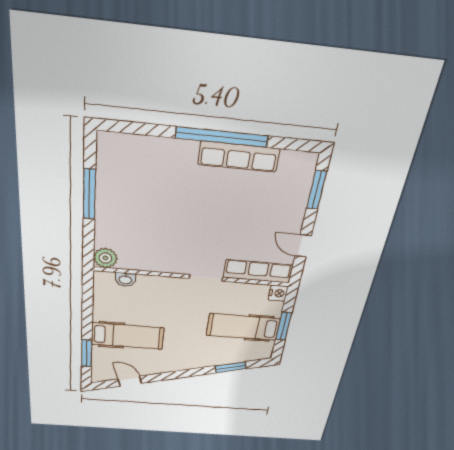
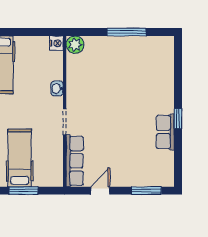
window: (222, 137) -> (178, 119), width x0.32
row of seats: (239, 157) -> (165, 132), width x0.68
washbasin: (125, 280) -> (57, 88), moved
nightstand: (278, 293) -> (56, 43), moved, turned -90

